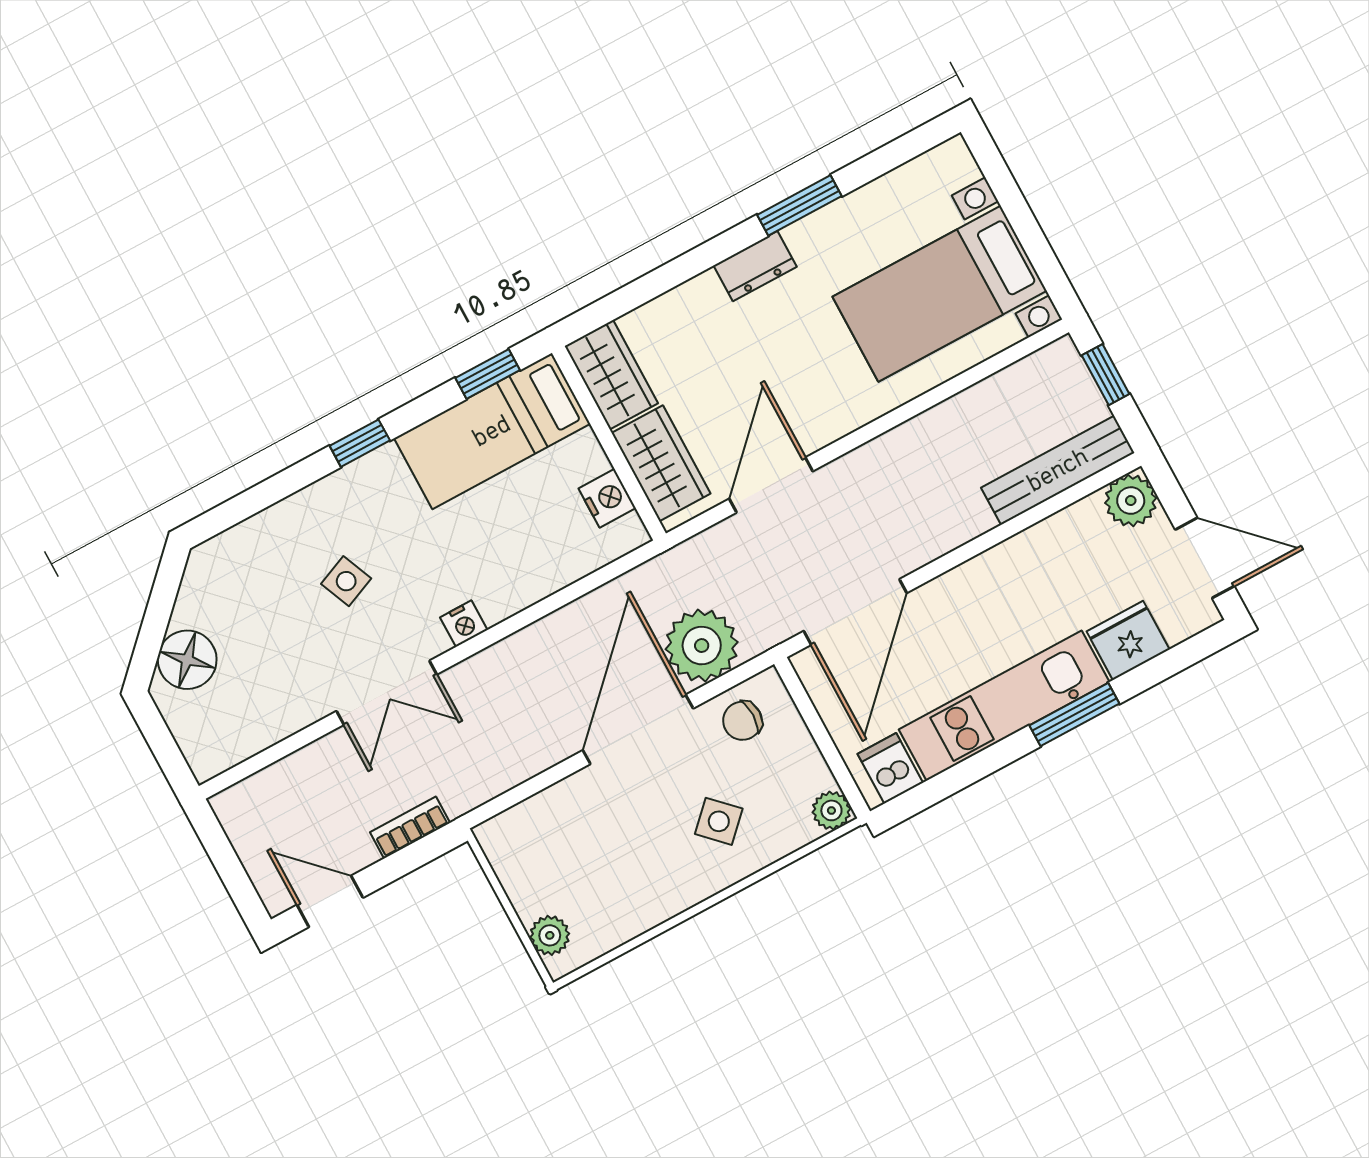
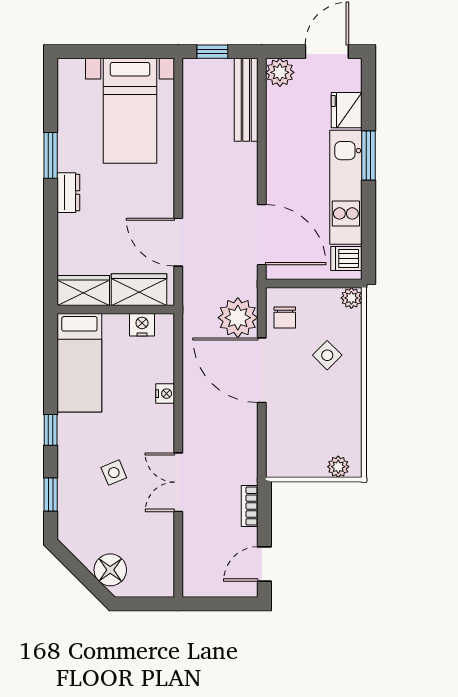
window: (488, 374) -> (51, 495), moved
nightstand: (464, 624) -> (165, 394), moved
double door: (387, 693) -> (178, 482), swing flipped

